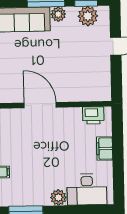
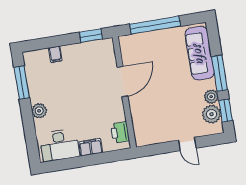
plant: (58, 14) -> (211, 97), moved
desk: (87, 189) -> (60, 145), moved, turned -90

